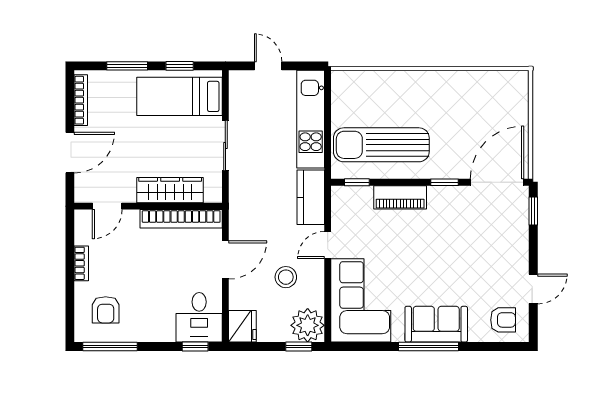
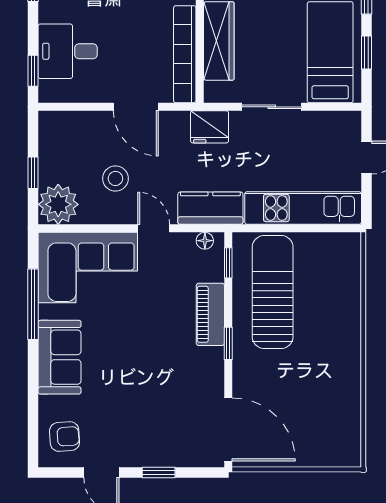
window: (445, 182) -> (228, 343), moved
floor lamp: (338, 202) -> (205, 241), added
window: (533, 211) -> (159, 473), moved
desk: (199, 317) -> (68, 51), moved
armchair: (503, 320) -> (65, 437), turned -94
fridge: (242, 326) -> (210, 127), moved
window: (299, 347) -> (33, 173), moved
window: (429, 347) -> (33, 304), moved

